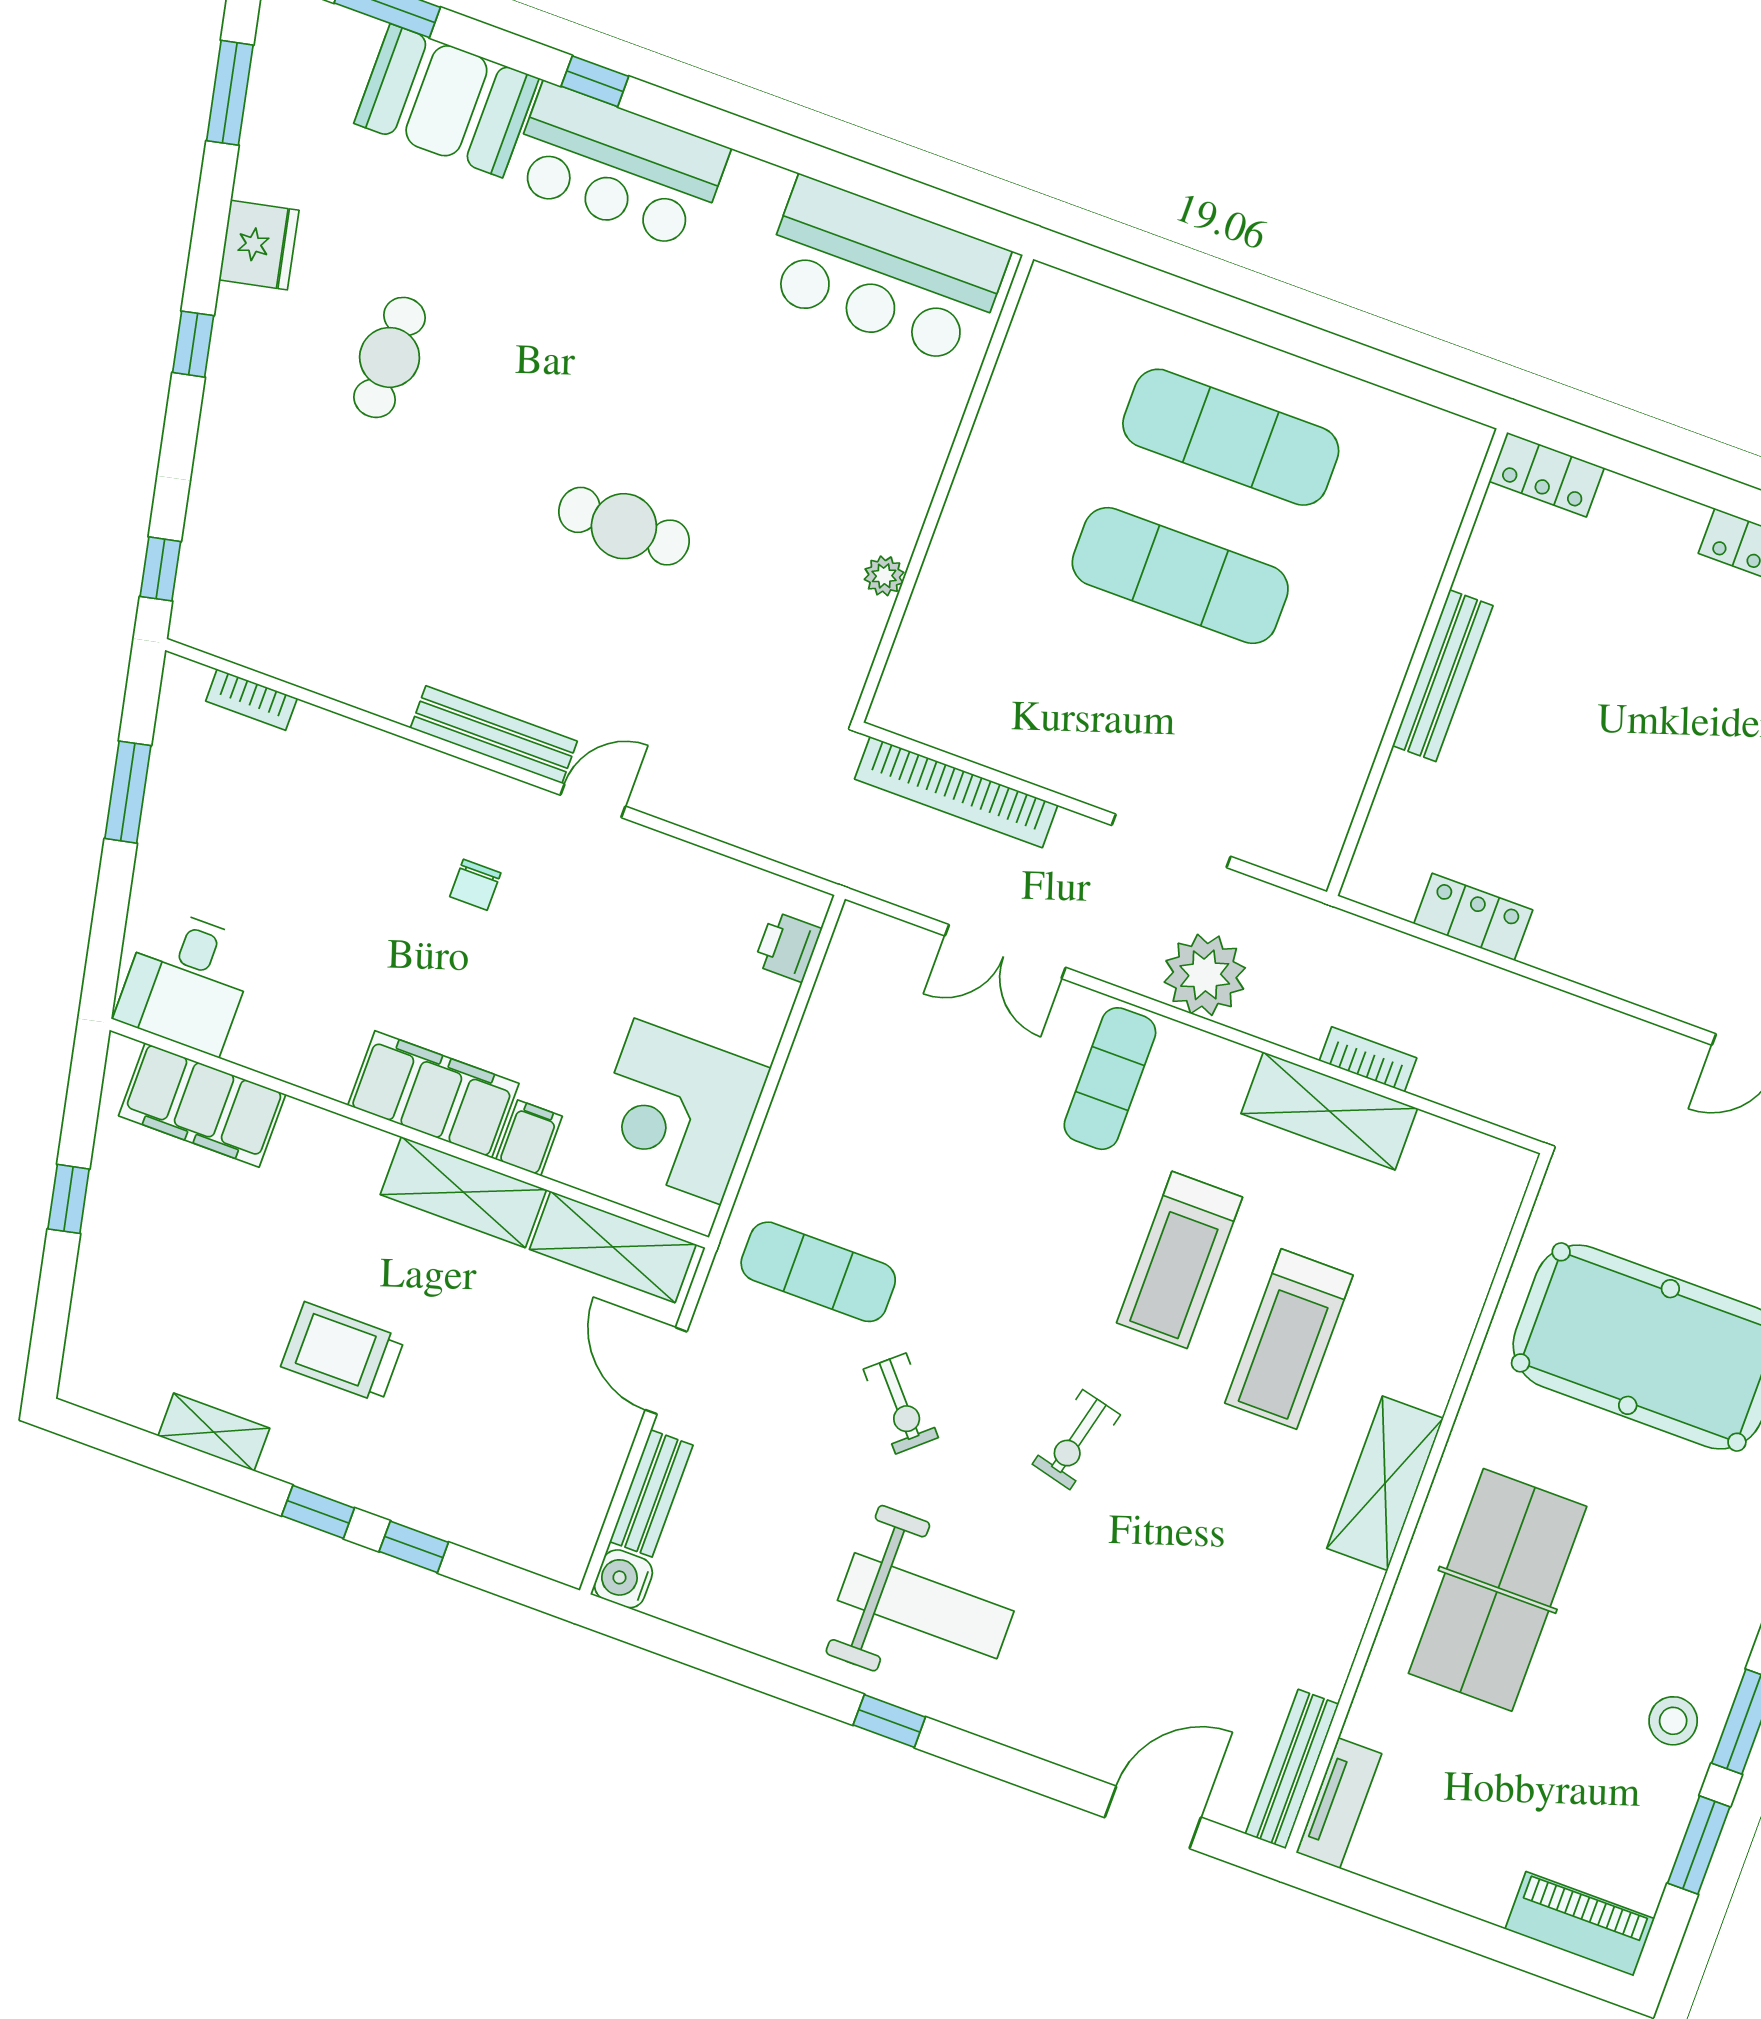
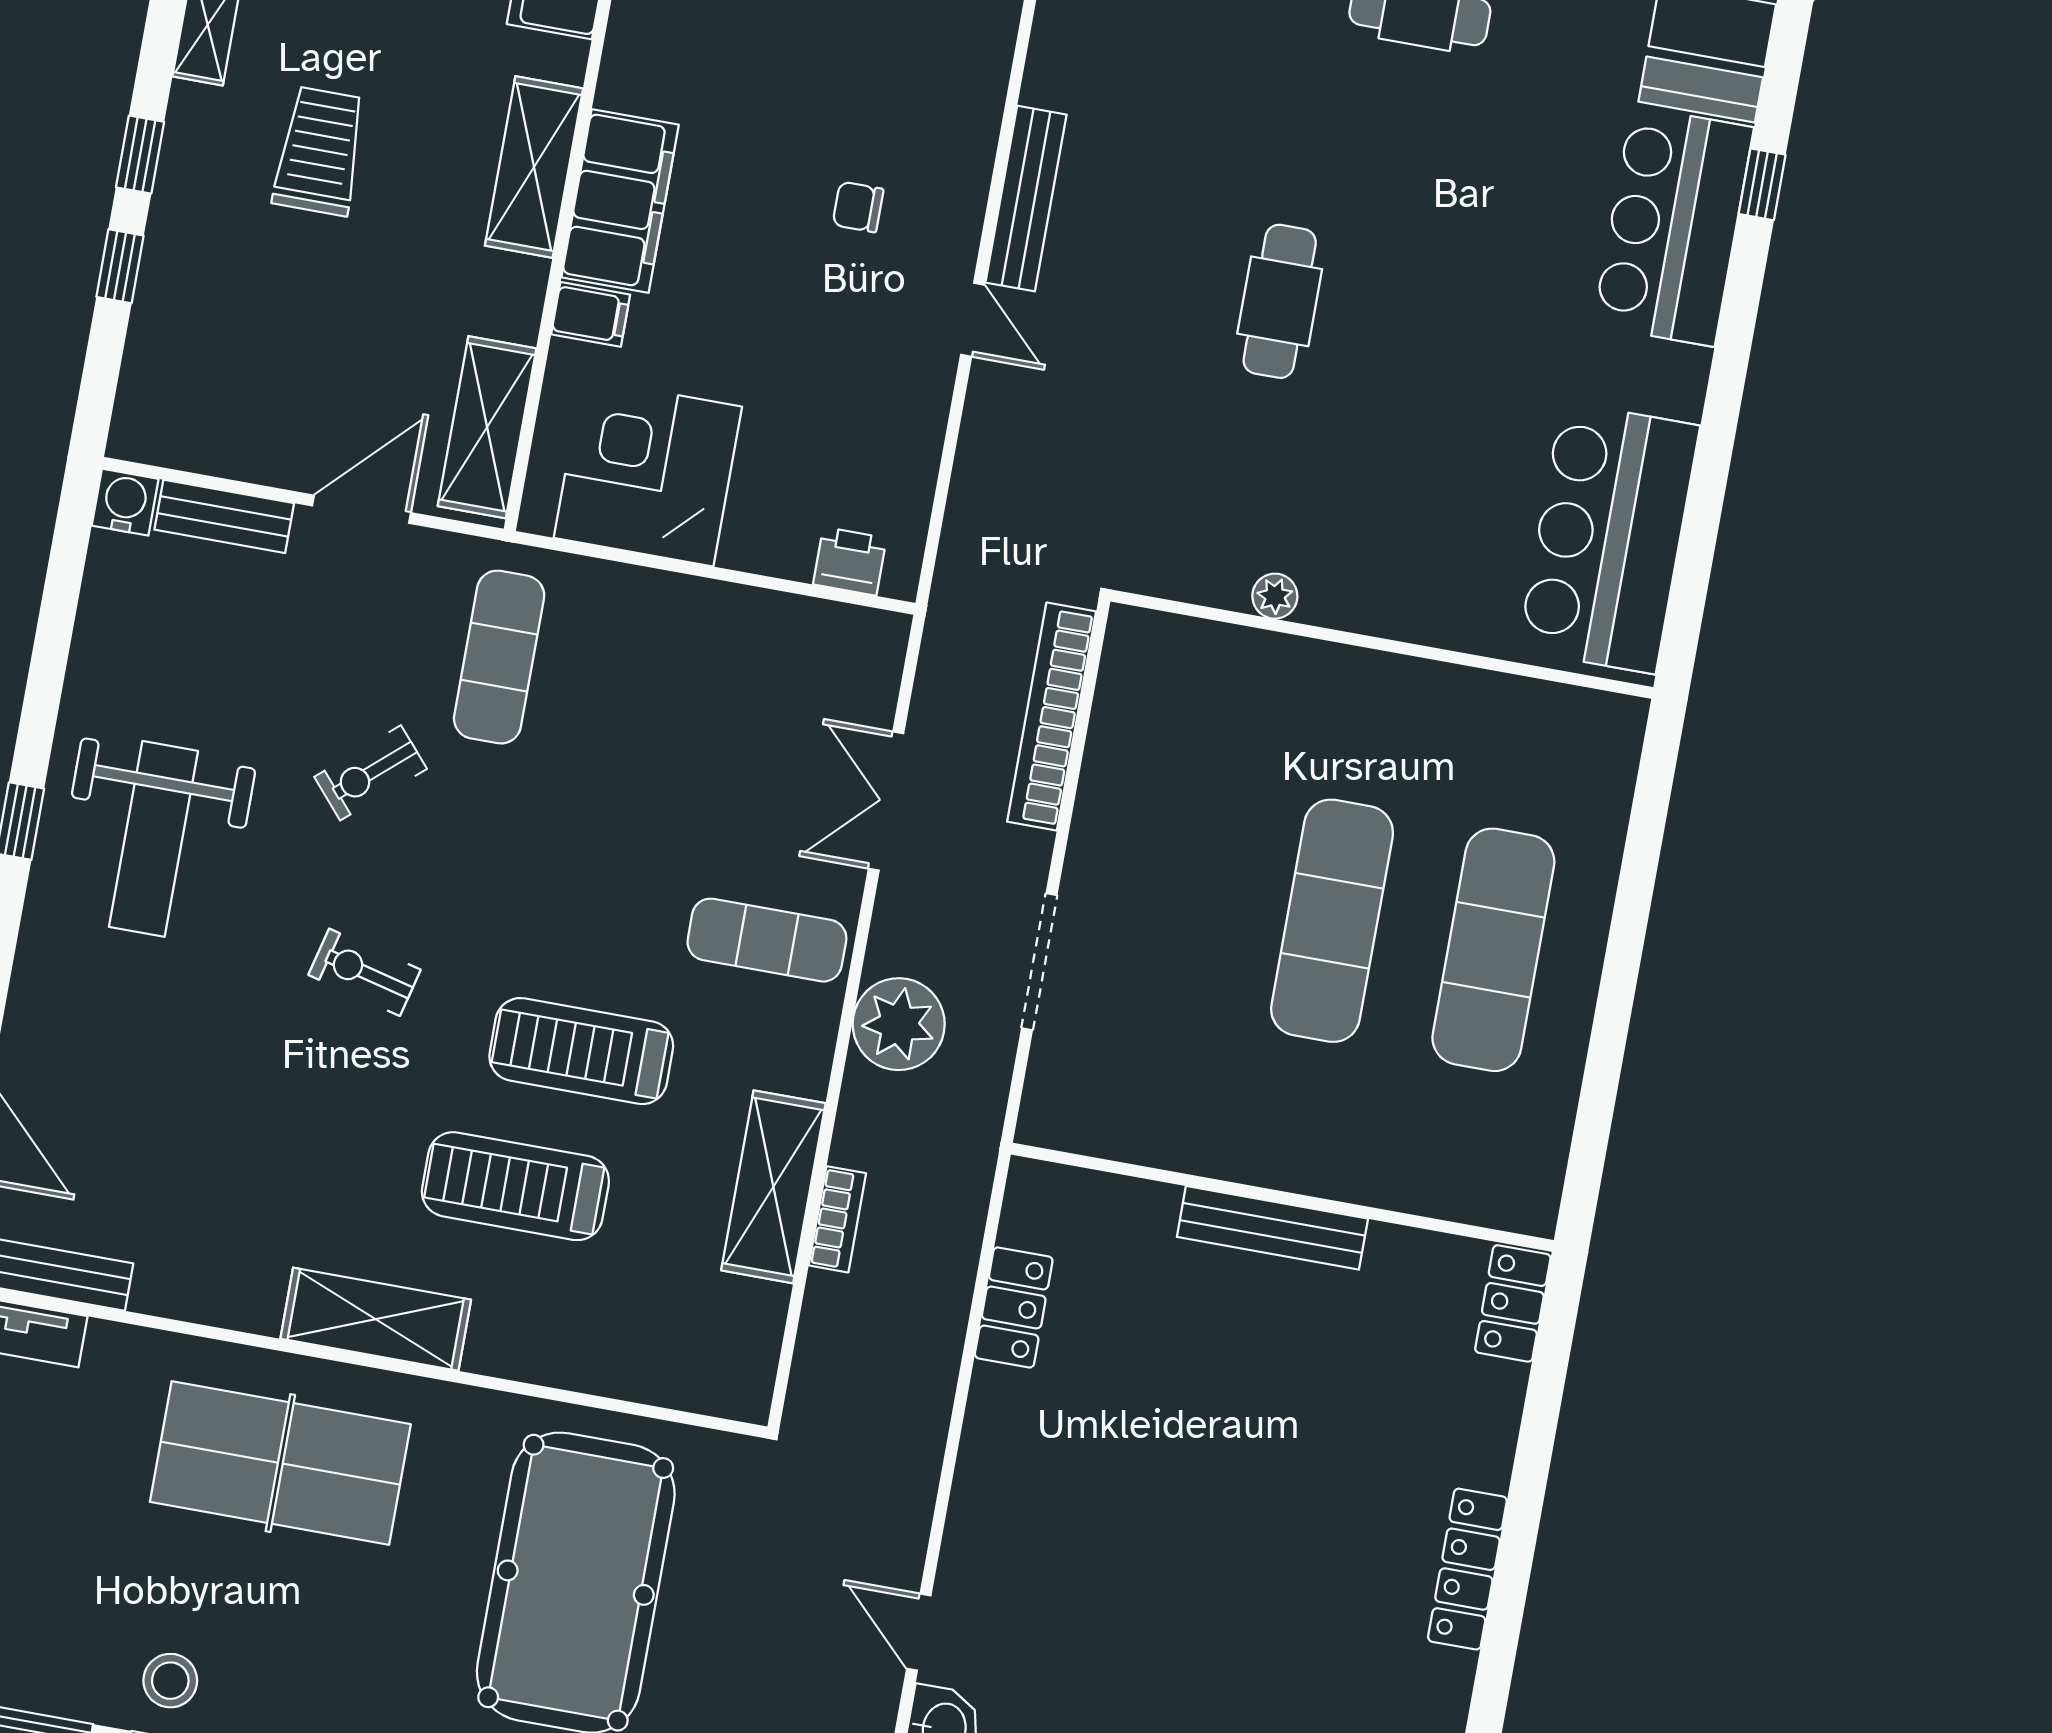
shelving: (463, 1192) -> (534, 167), moved

